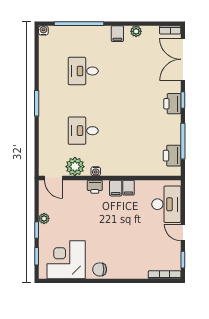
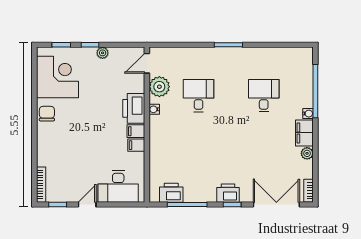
water cooler: (43, 30) -> (308, 114), moved
filing cabinet: (117, 34) -> (304, 133), width x2.00
printer: (95, 187) -> (134, 108), width x1.87, depth x1.48

